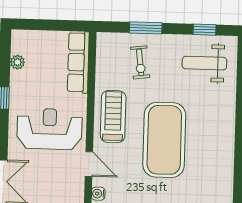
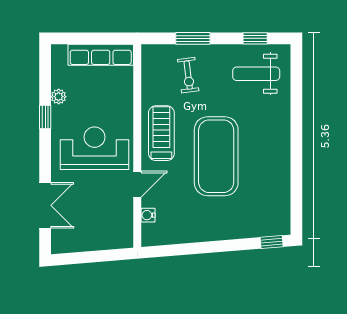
plant: (17, 62) -> (59, 97), moved
row of seats: (78, 62) -> (101, 55), moved, turned -90
door: (89, 164) -> (137, 184), hinge flipped

